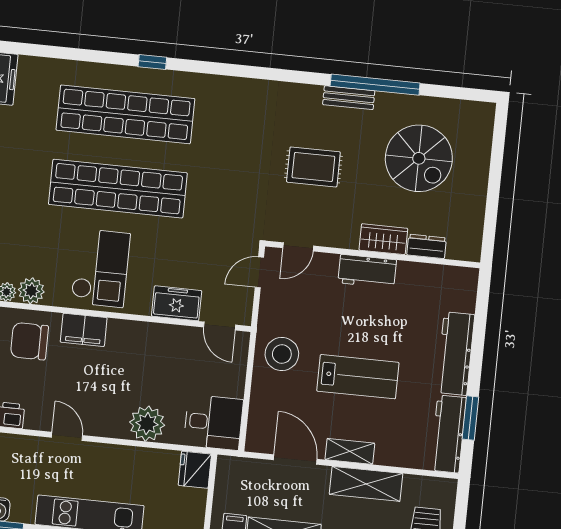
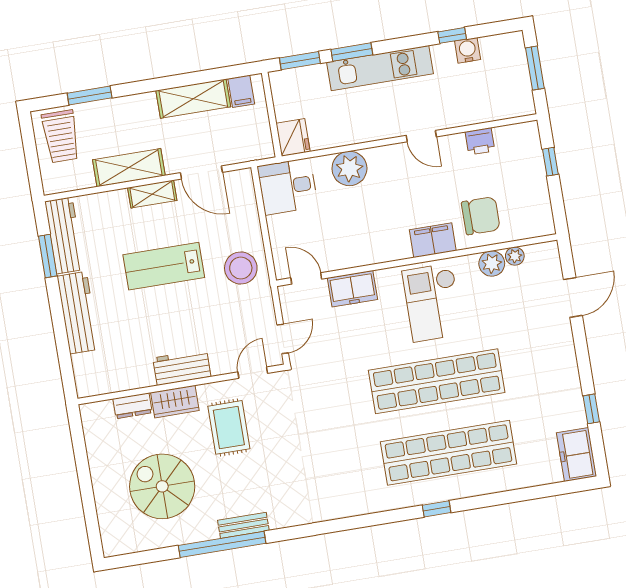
rug: (313, 167) -> (229, 427), moved, turned 90

